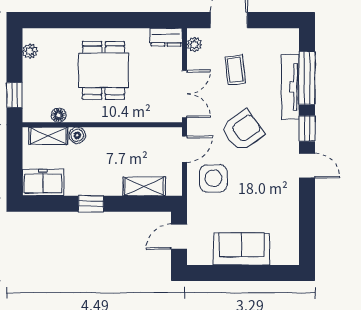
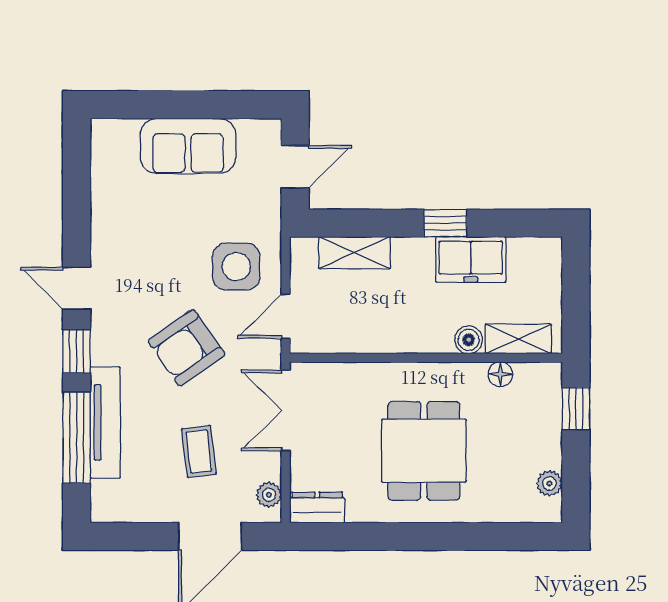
freezer: (43, 182) -> (471, 259), moved

